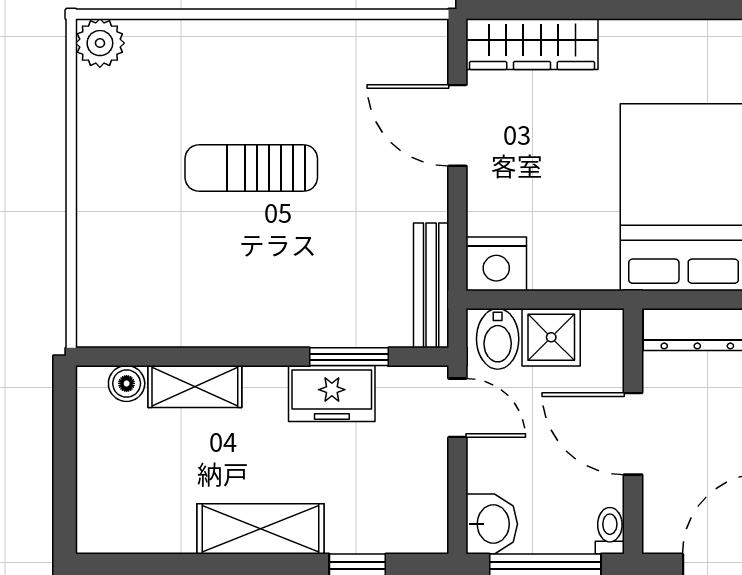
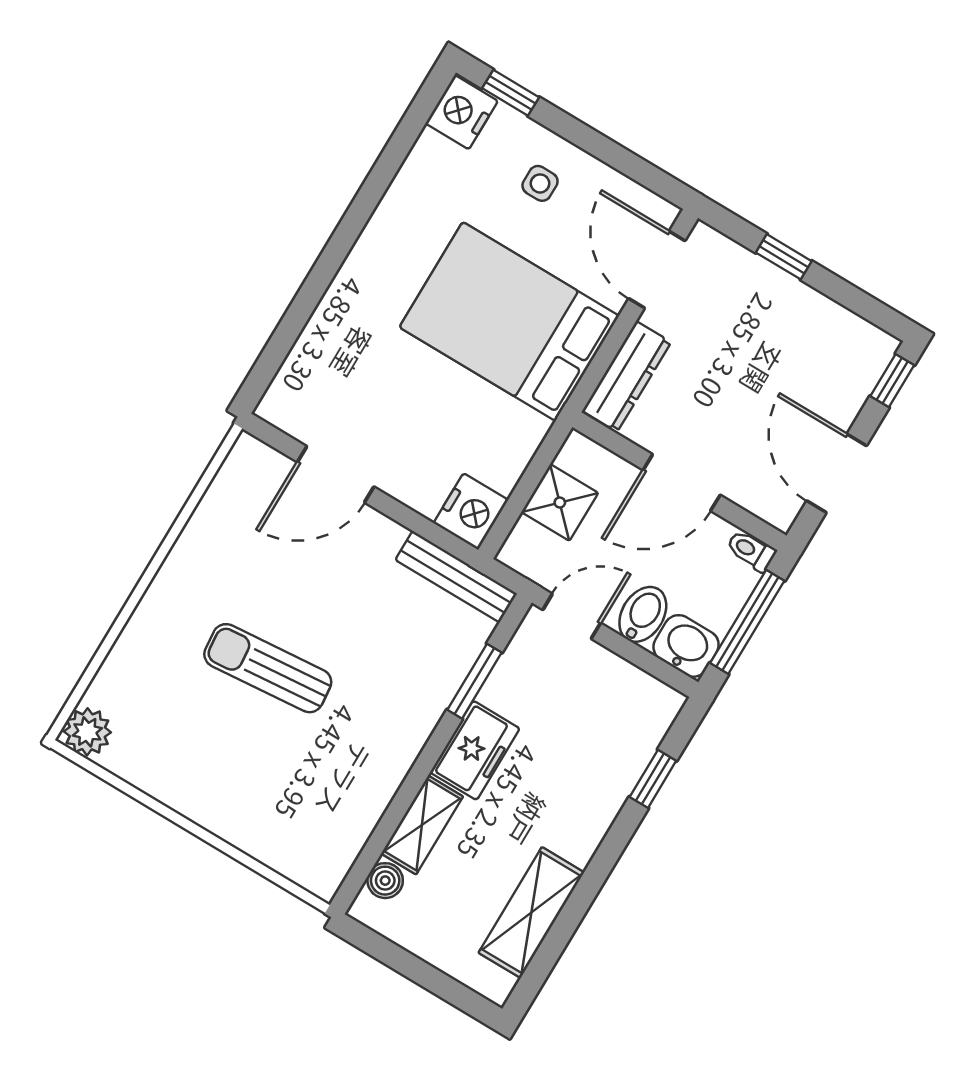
wardrobe: (532, 44) -> (305, 371), removed
sun lounger: (251, 168) -> (268, 668), turned 85
bidet: (498, 339) -> (643, 614), moved, turned -90
freezer: (332, 393) -> (475, 750), moved
shelving: (260, 529) -> (531, 913), moved

